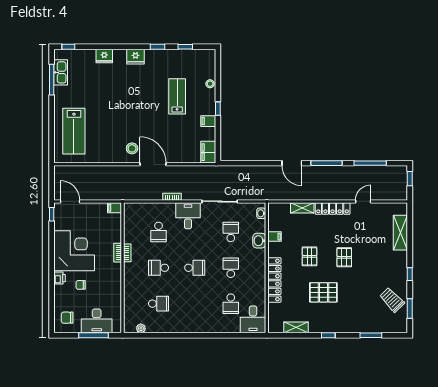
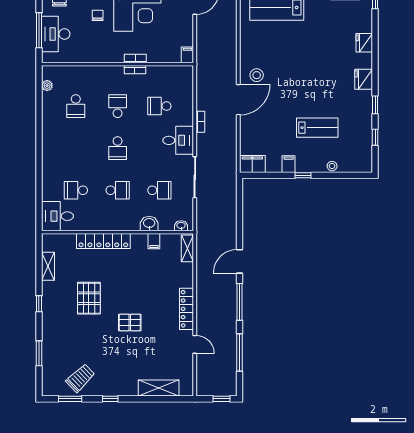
shelving: (302, 208) -> (187, 248), moved
pallet: (309, 256) -> (131, 282), removed

